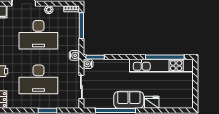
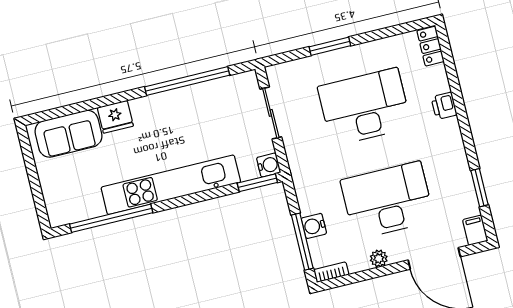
water cooler: (74, 55) -> (314, 226), moved
kitchen unit: (161, 66) -> (171, 185), moved
sofa: (129, 100) -> (68, 134), moved

